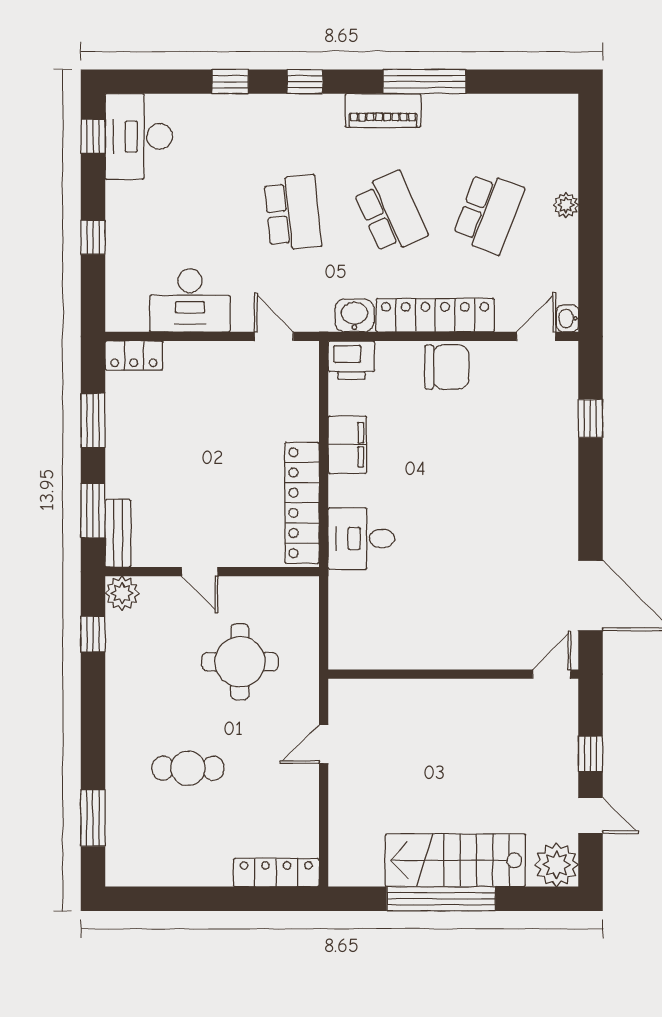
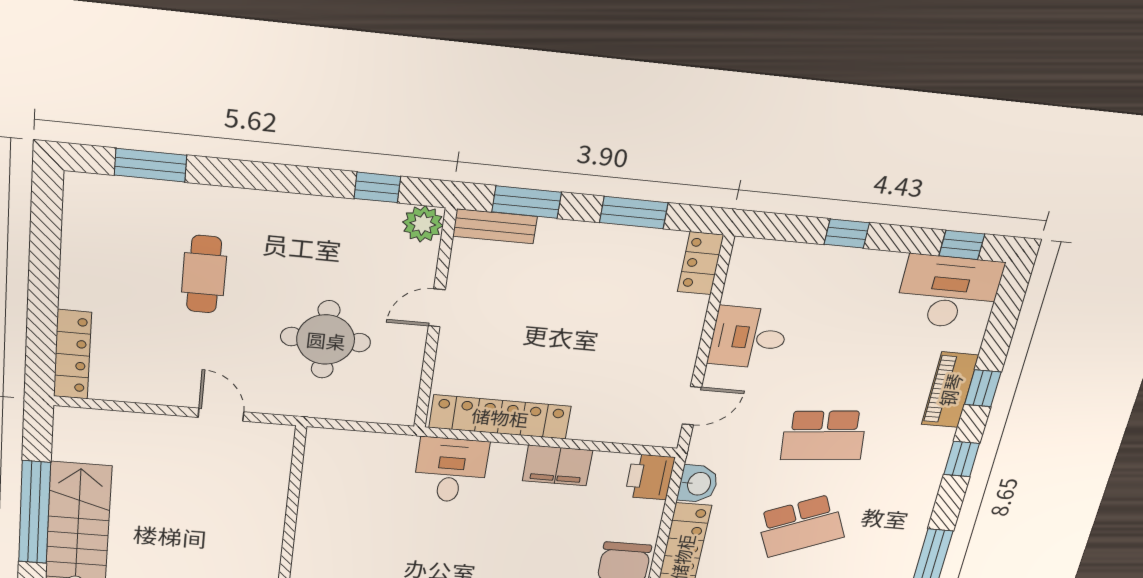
piano: (383, 111) -> (950, 390), moved
desk: (190, 300) -> (748, 338), width x0.73

